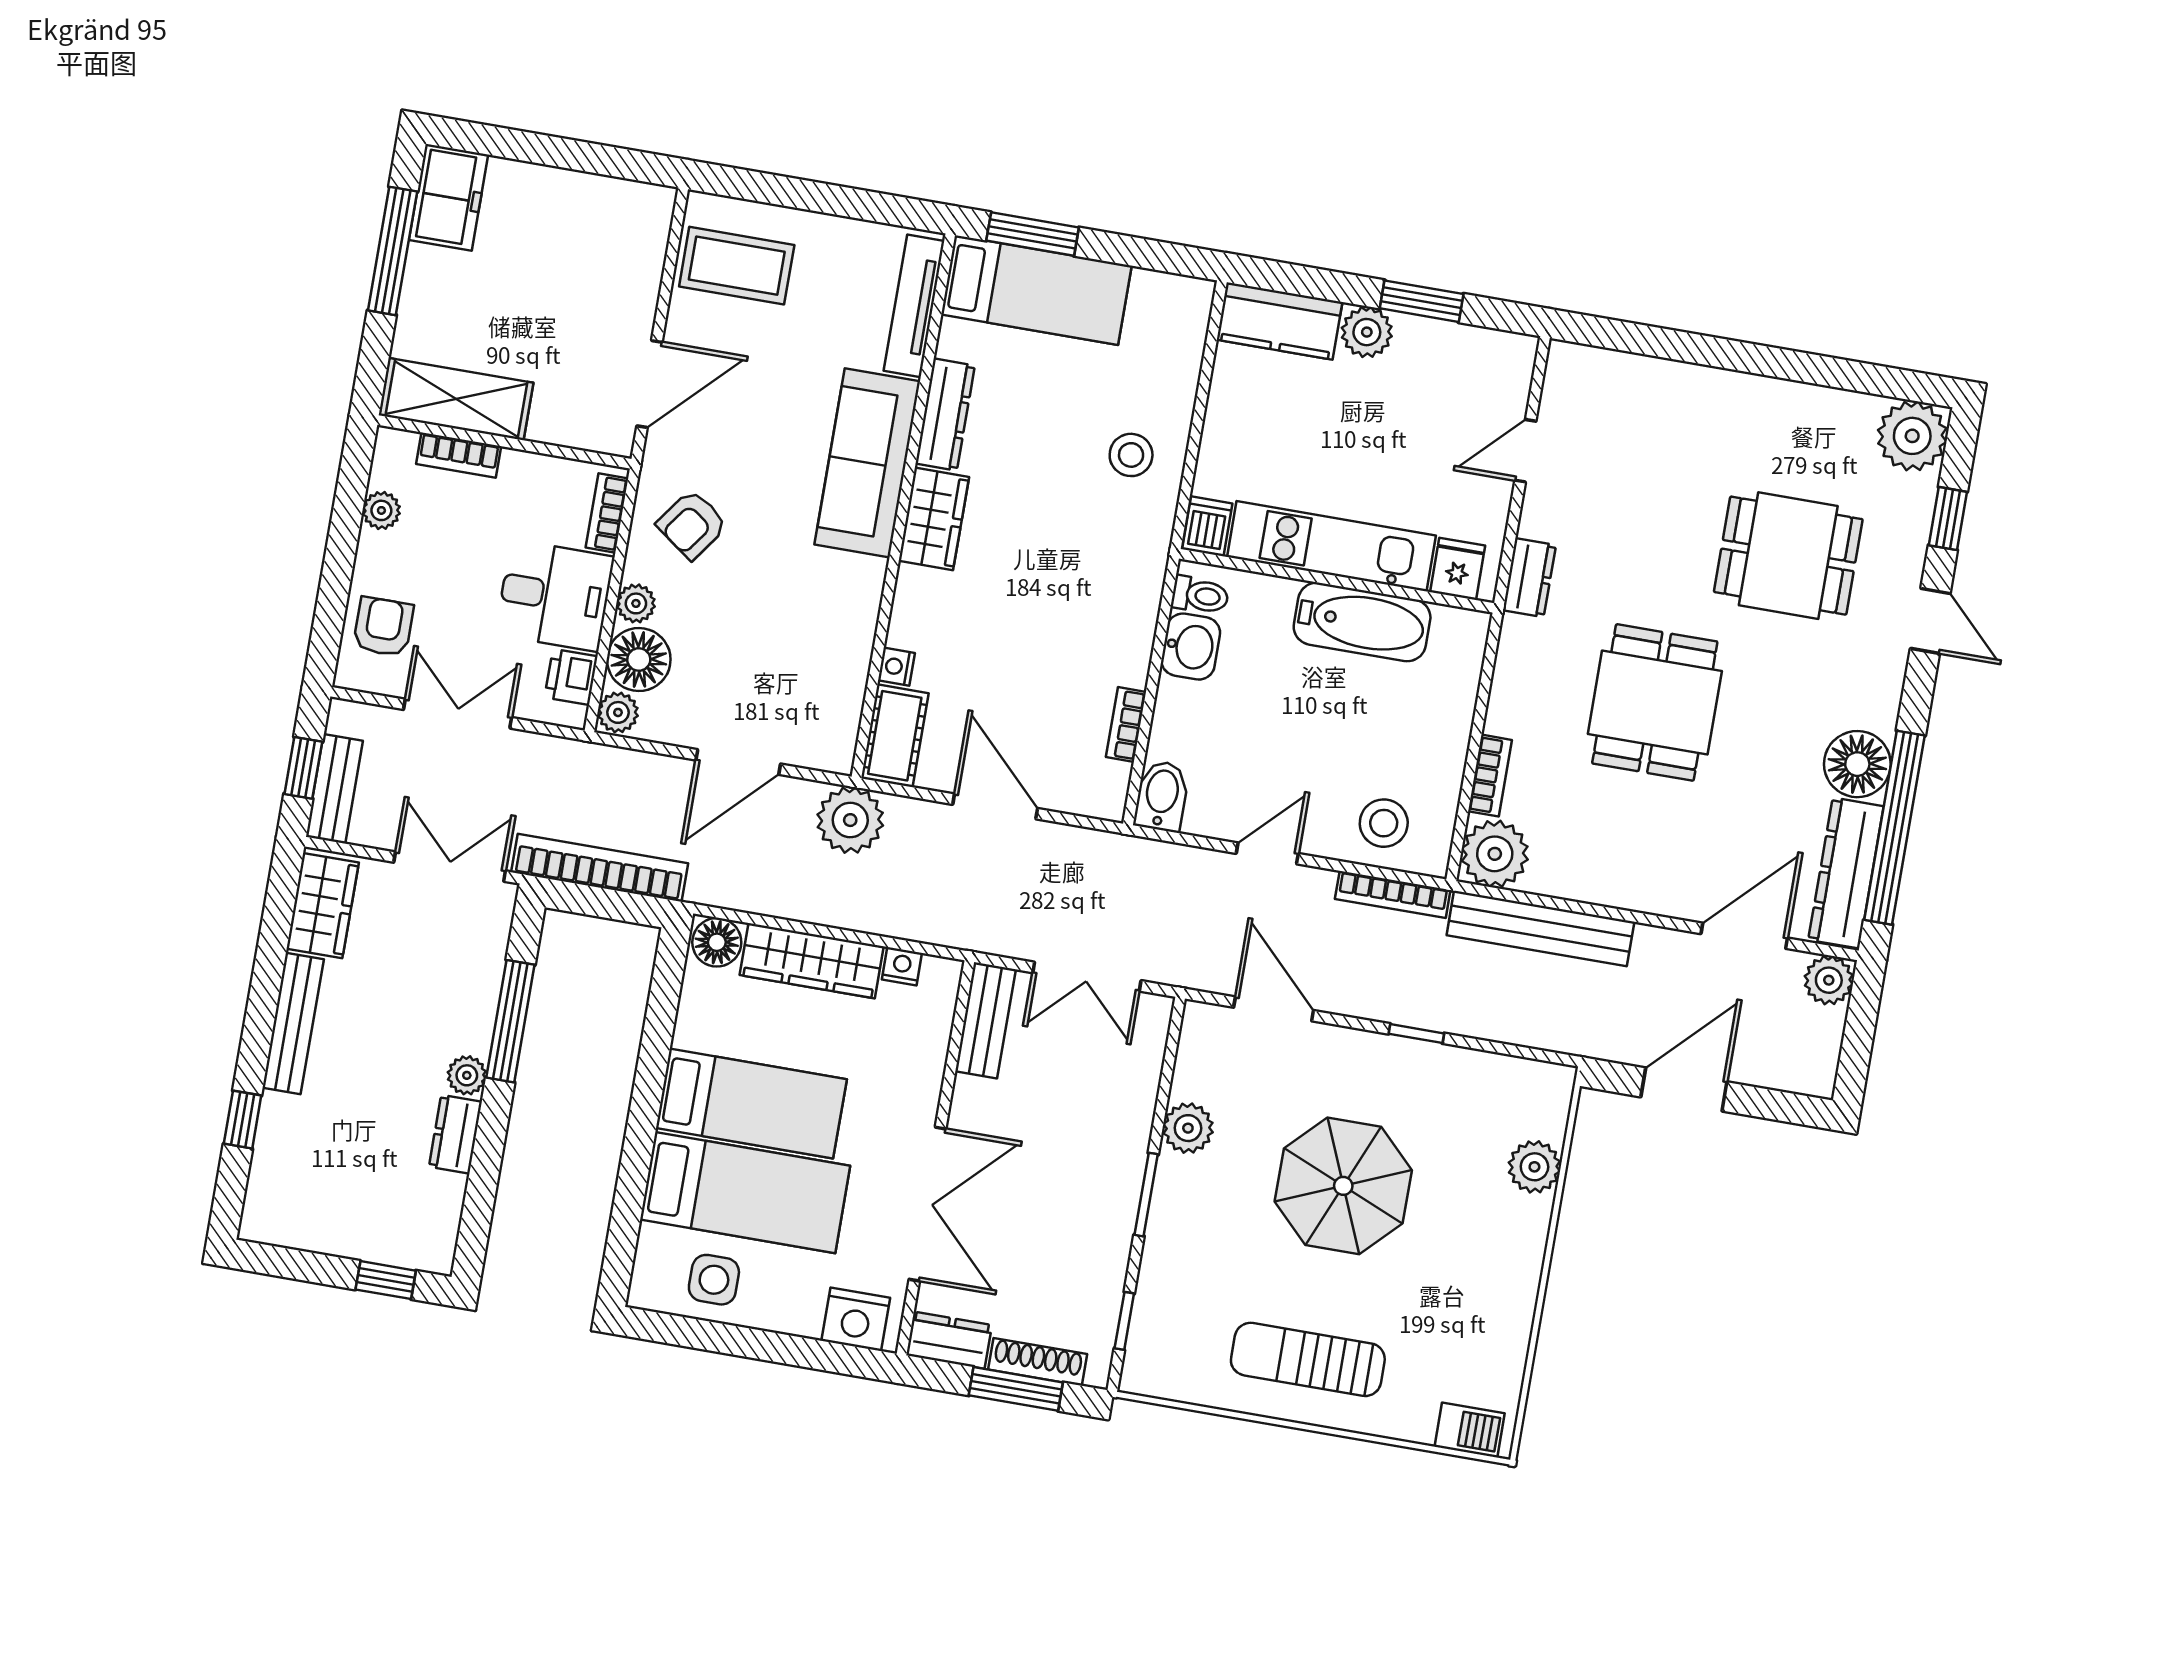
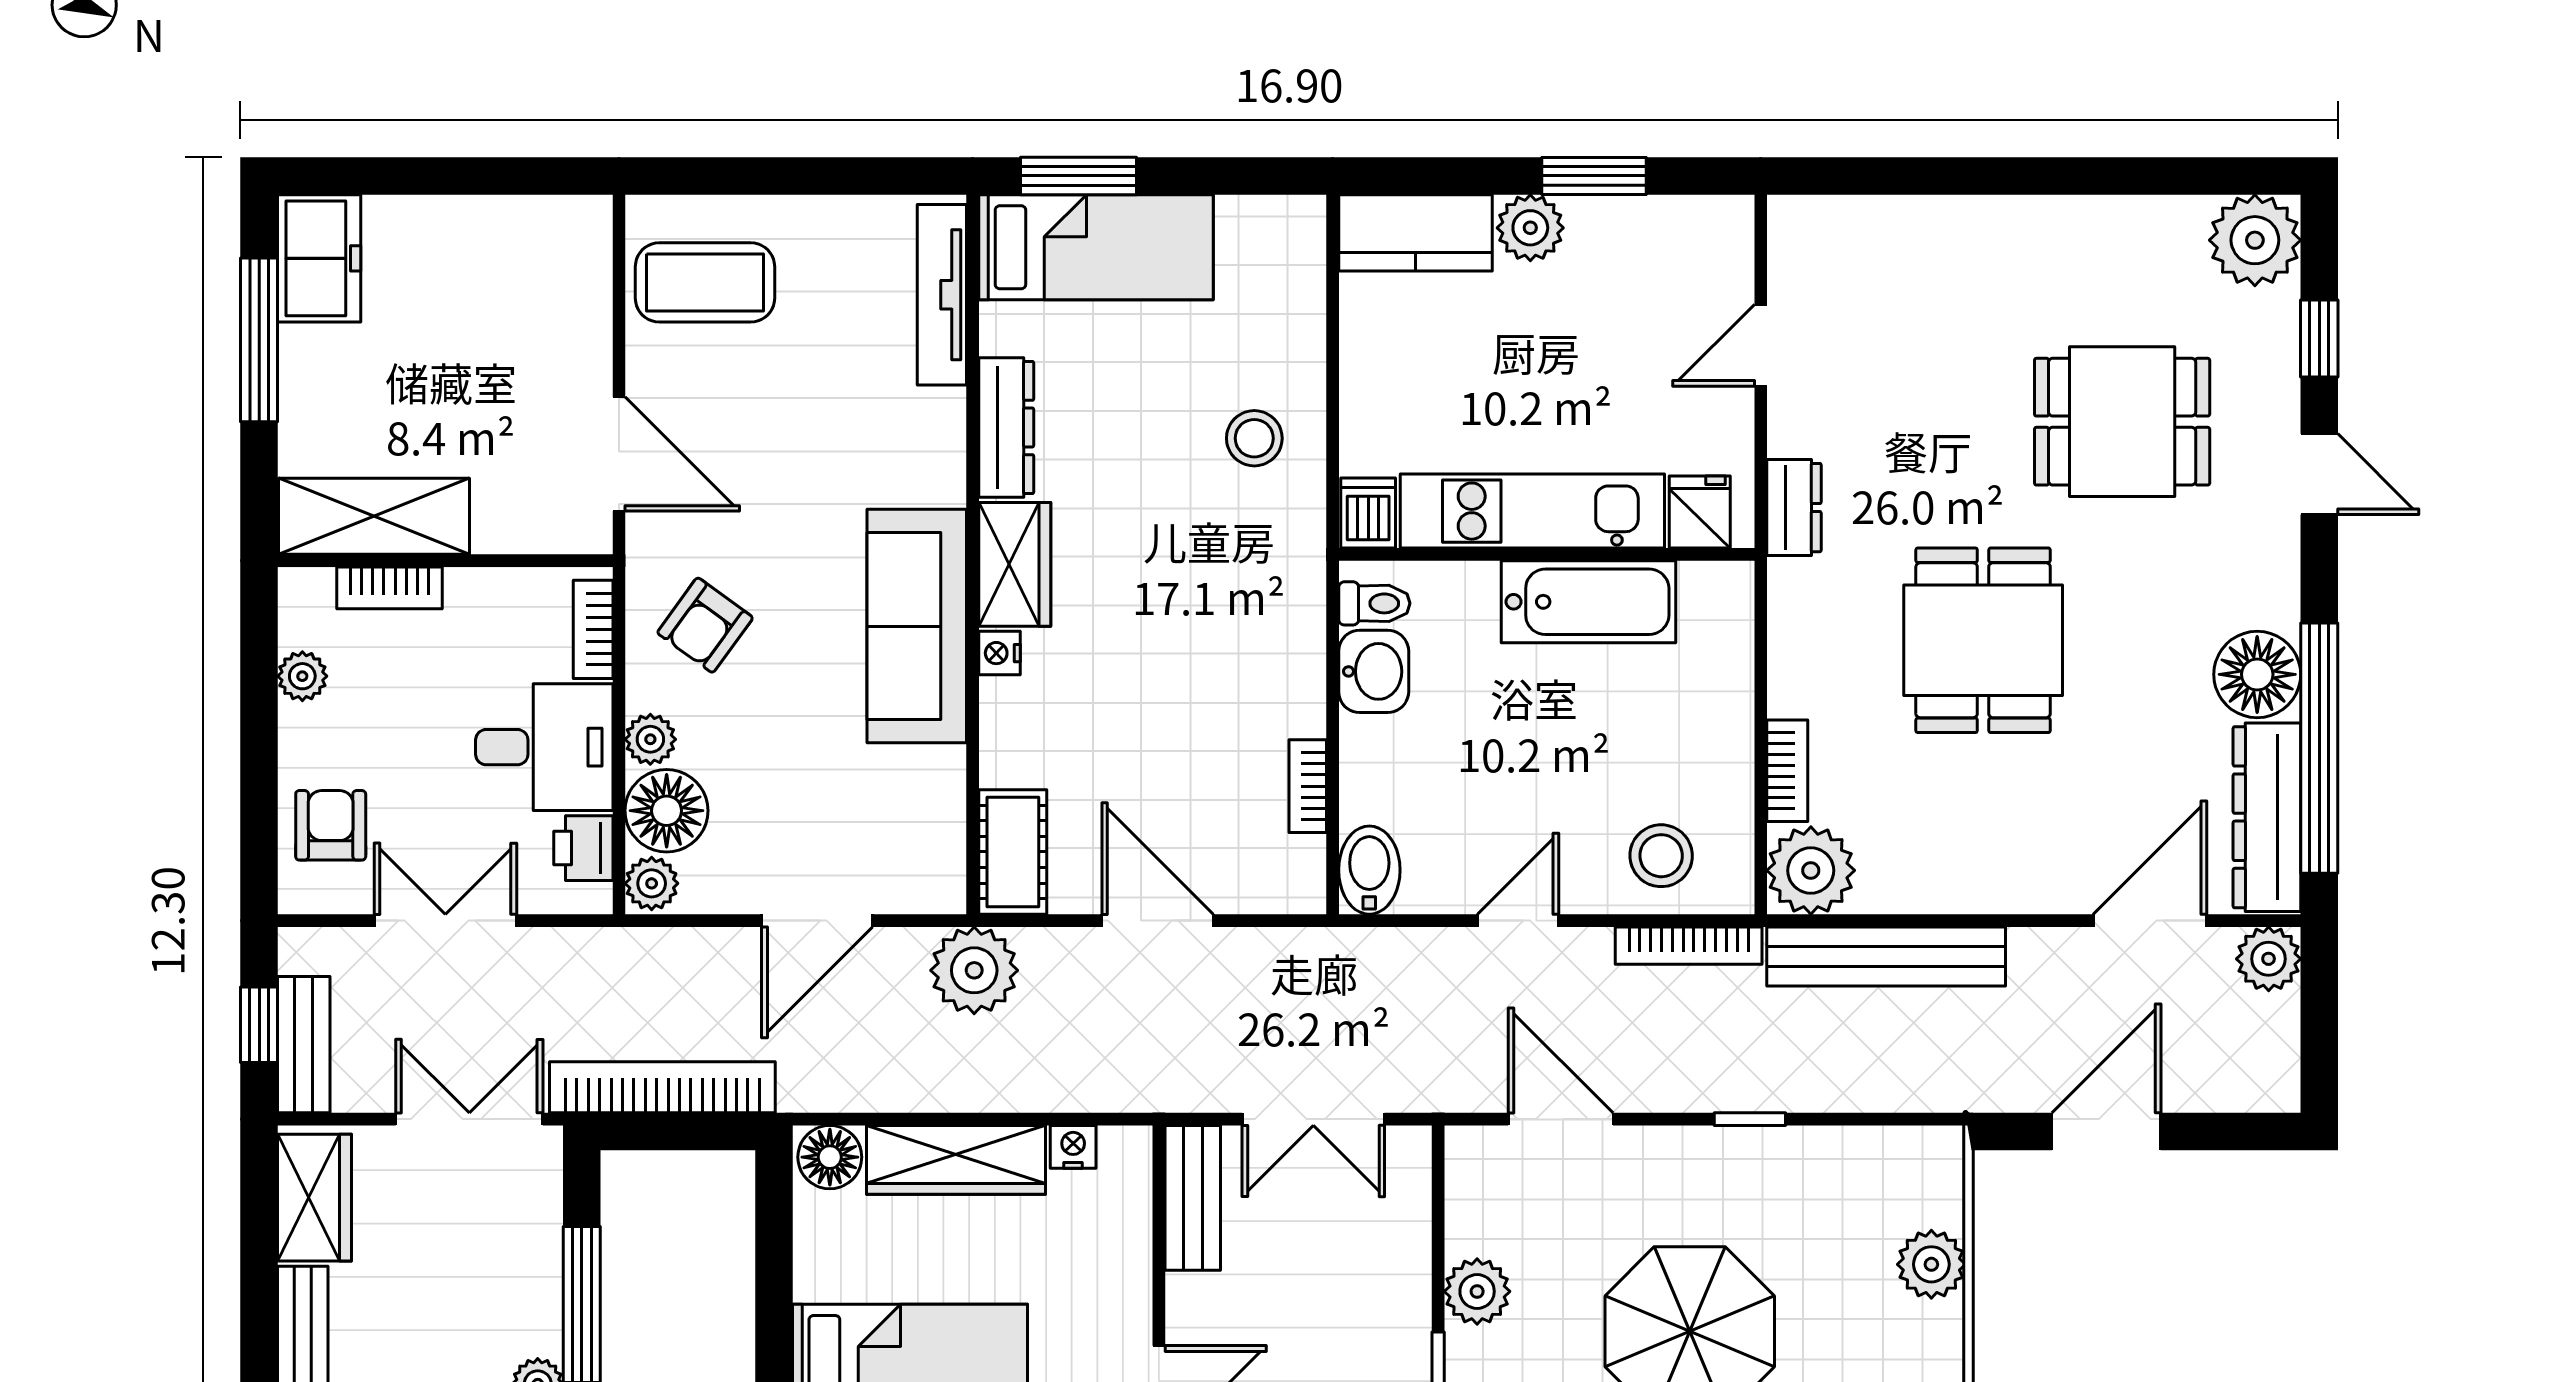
door: (649, 384) -> (619, 454), hinge flipped
sofa: (867, 463) -> (917, 626), moved
nightstand: (896, 667) -> (1000, 653), moved

